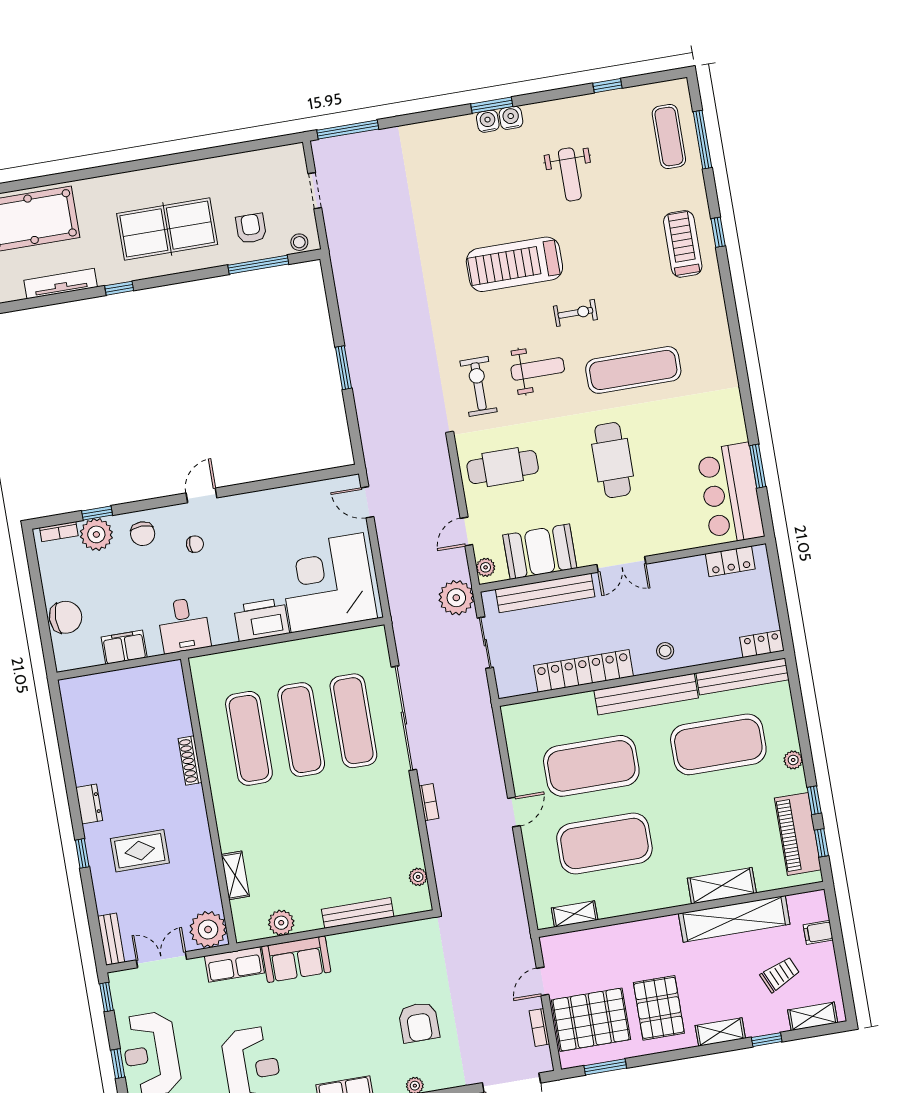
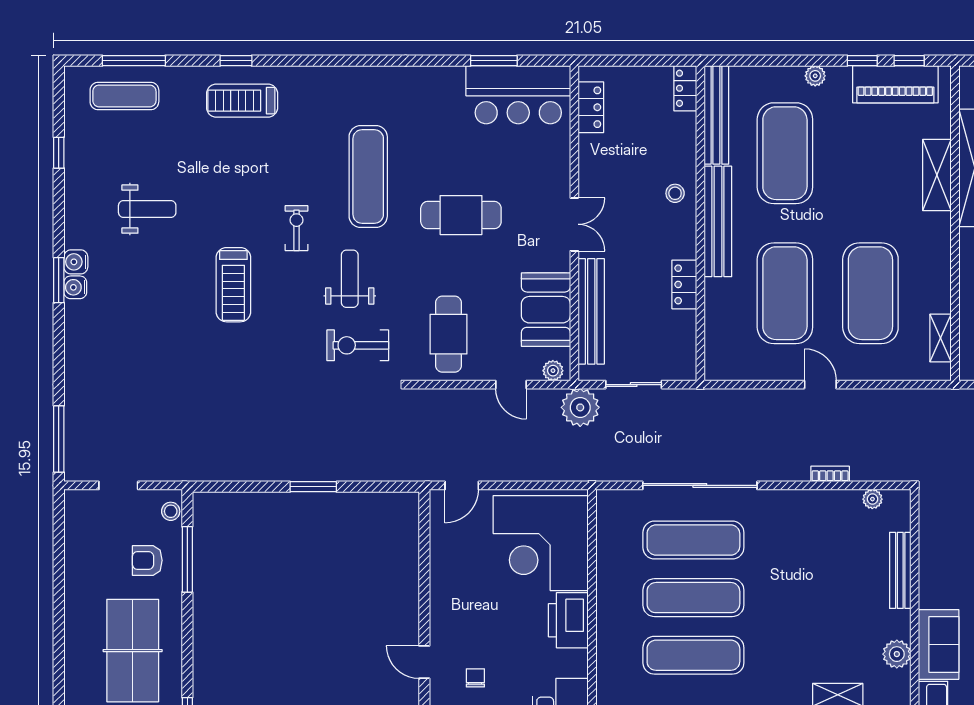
treadmill: (514, 264) -> (233, 285), width x0.73, depth x0.73
locker: (583, 671) -> (684, 284), width x0.46, depth x0.83
bookcase: (429, 802) -> (830, 474), moved

